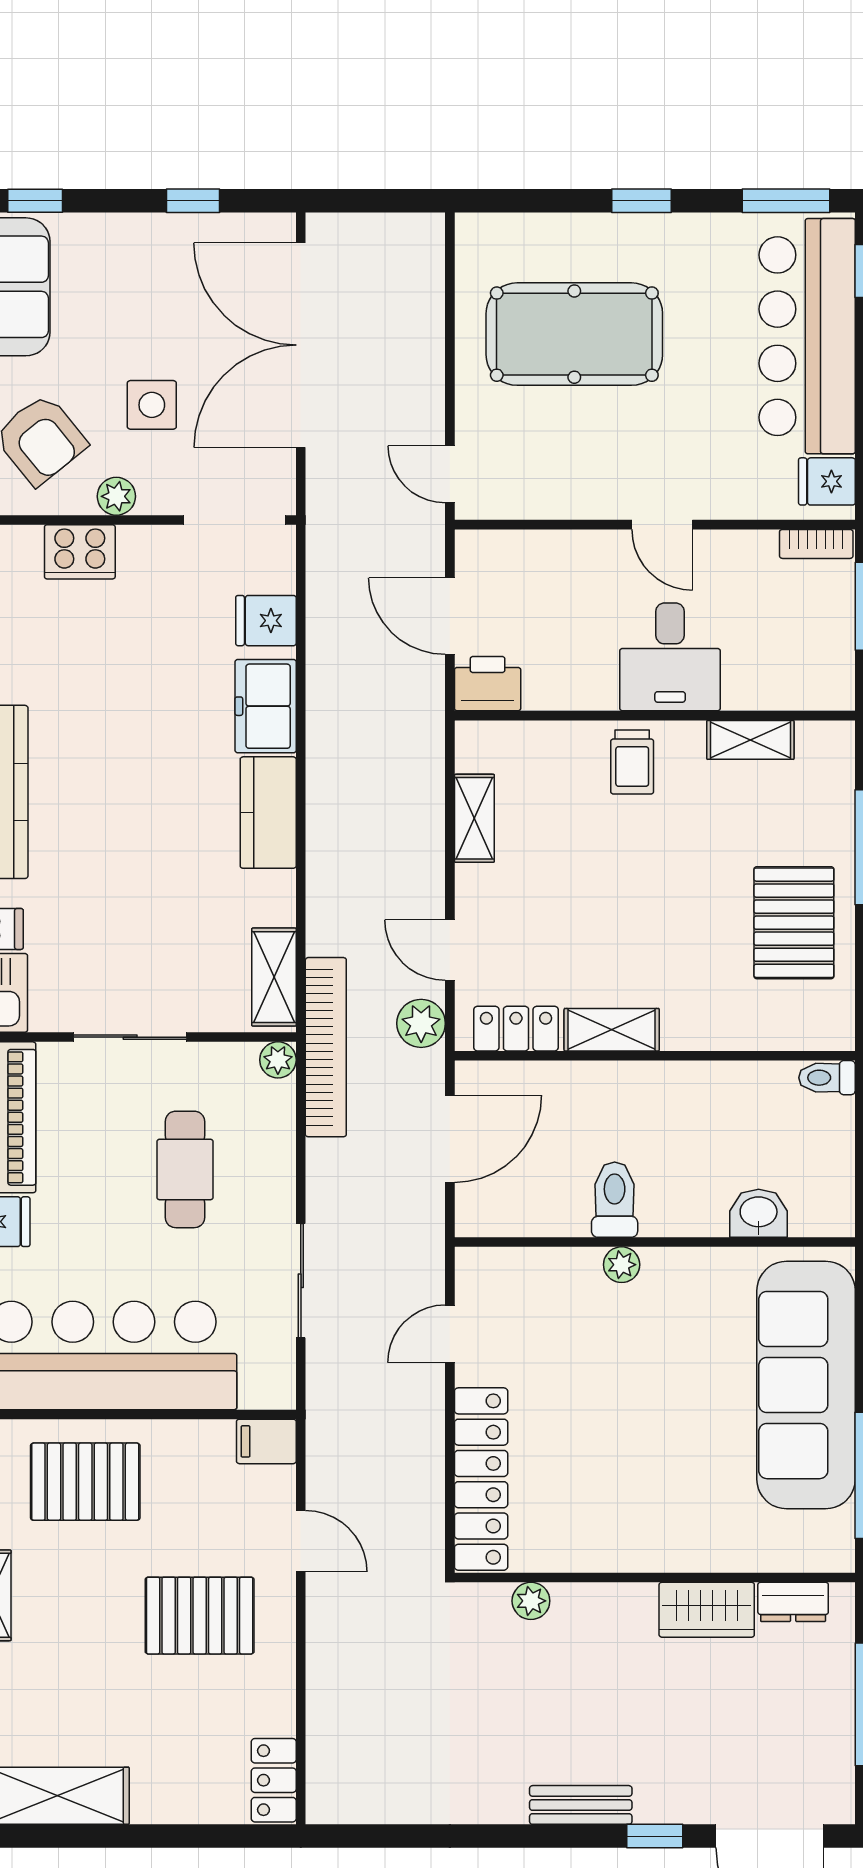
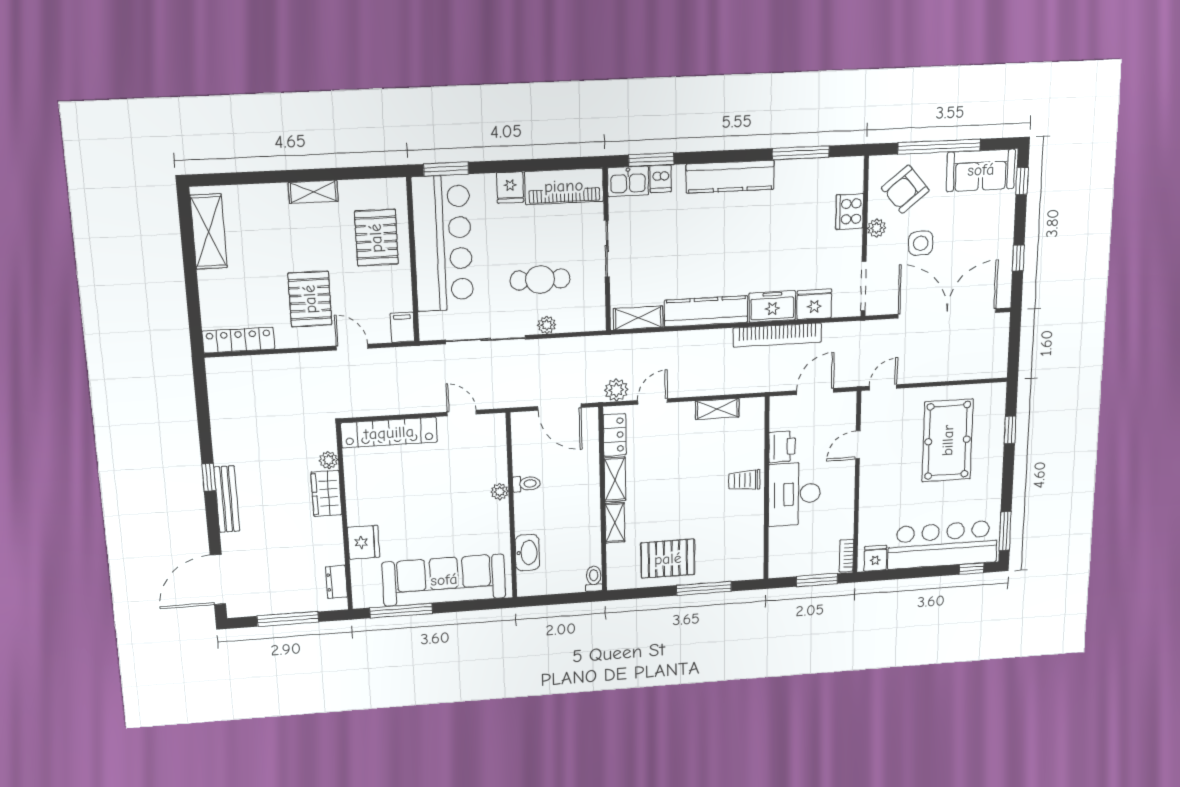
window: (641, 201) -> (1010, 430), moved
door: (662, 525) -> (858, 445), moved
fridge: (266, 621) -> (814, 304), width x1.38
desk: (670, 657) -> (794, 494), width x1.37
printer: (488, 684) -> (782, 447), moved
shelving: (750, 740) -> (615, 523), moved
kitchen counter: (268, 813) -> (706, 311), width x1.50
bookcase: (326, 1047) -> (777, 335), moved
plant: (278, 1060) -> (547, 325), moved
toilet: (615, 1200) -> (526, 484), width x0.73, depth x0.72
washbasin: (759, 1213) -> (527, 553), width x1.38
sliding door: (301, 1281) -> (486, 340), width x1.37
door: (301, 1541) -> (352, 347), swing flipped
fridge: (711, 1543) -> (364, 542), added
wardrobe: (707, 1610) -> (326, 493), moved
locker: (274, 1780) -> (238, 340), width x1.53
bench: (581, 1805) -> (227, 499), width x1.36
window: (655, 1836) -> (209, 477), moved

